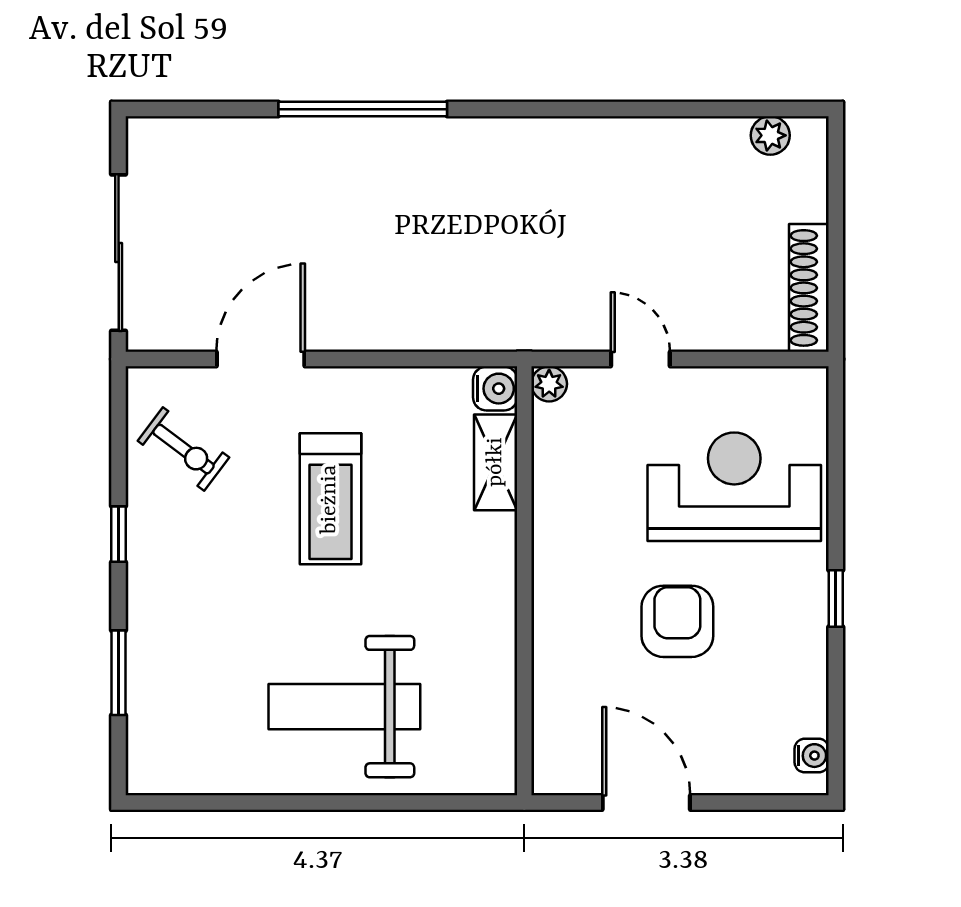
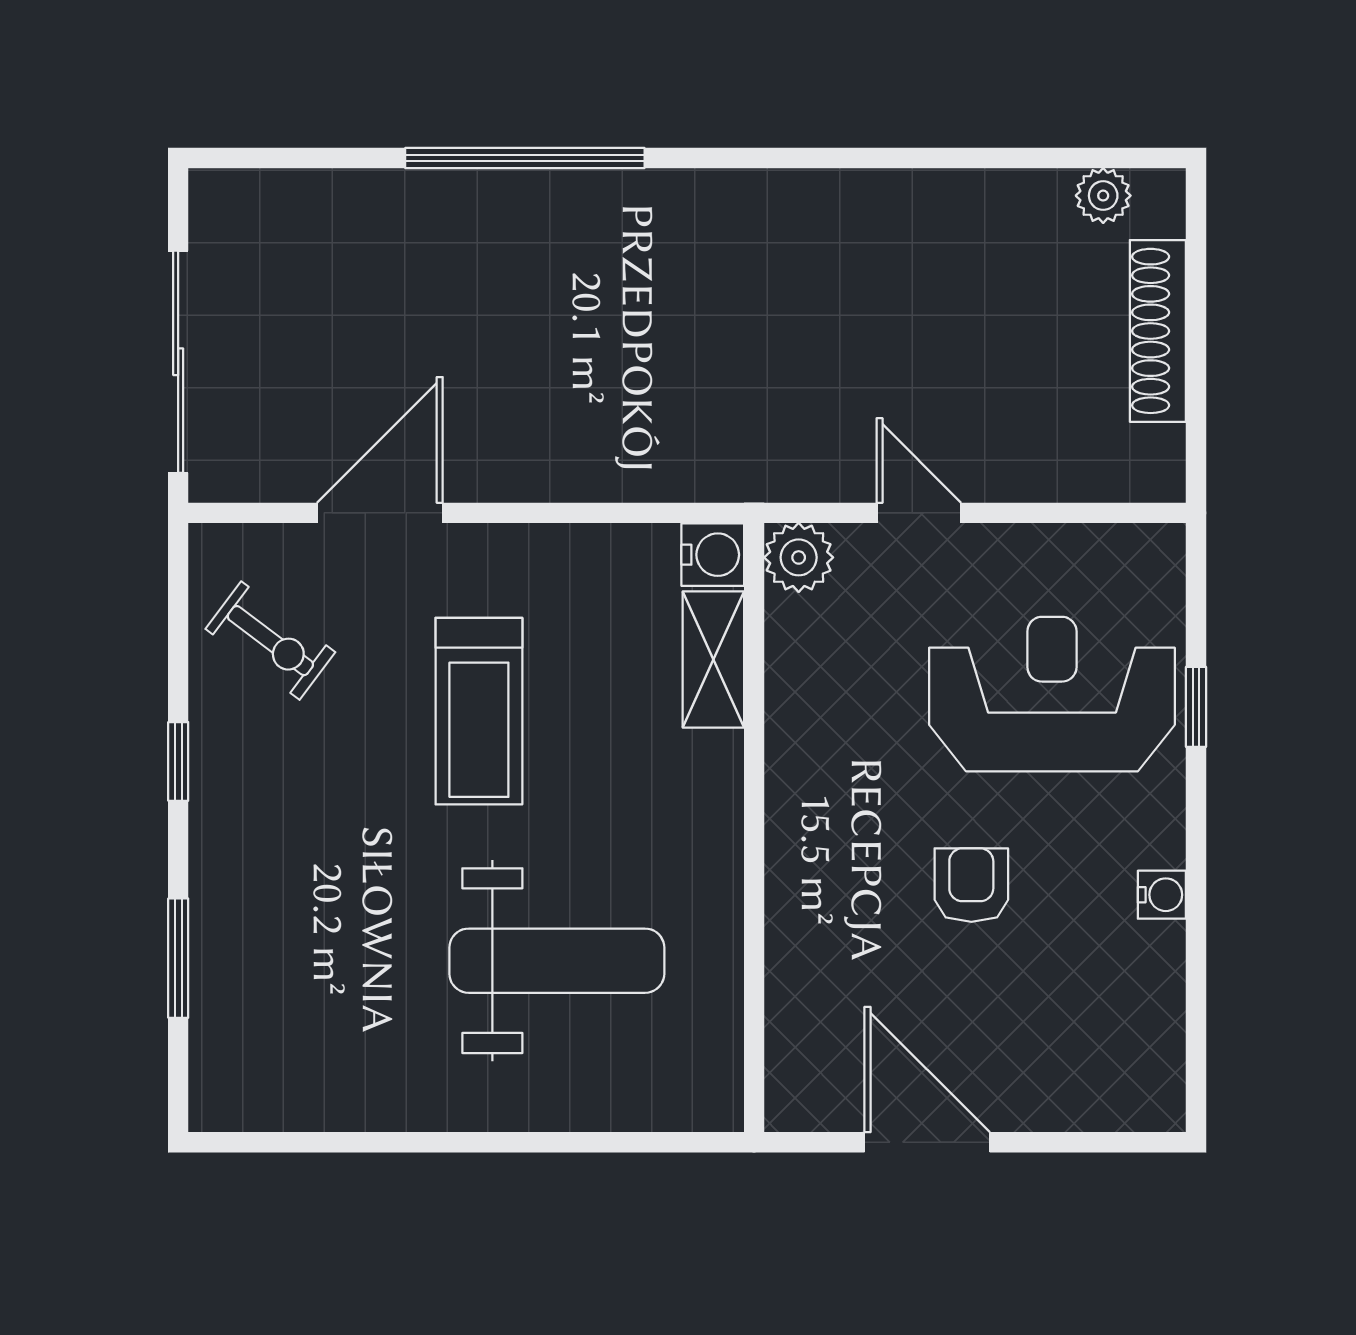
shoe rack: (809, 288) -> (1158, 331), moved
plant: (549, 384) -> (799, 557), width x1.38, depth x1.38
window: (836, 599) -> (1196, 707), moved
armchair: (677, 621) -> (971, 885), width x0.72, depth x0.72
weight bench: (344, 707) -> (557, 961), moved, turned 180
water cooler: (812, 756) -> (1162, 895), moved

